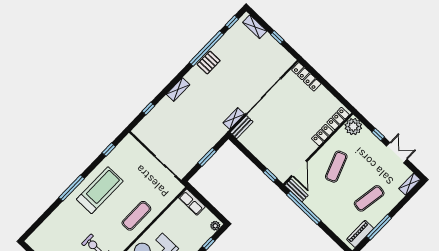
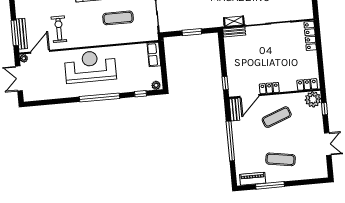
locker: (322, 135) -> (269, 88), moved
window: (378, 135) -> (324, 109), moved
shelving: (410, 184) -> (318, 174), removed
window: (304, 208) -> (230, 141), moved
exercise mat: (136, 216) -> (118, 18), moved

